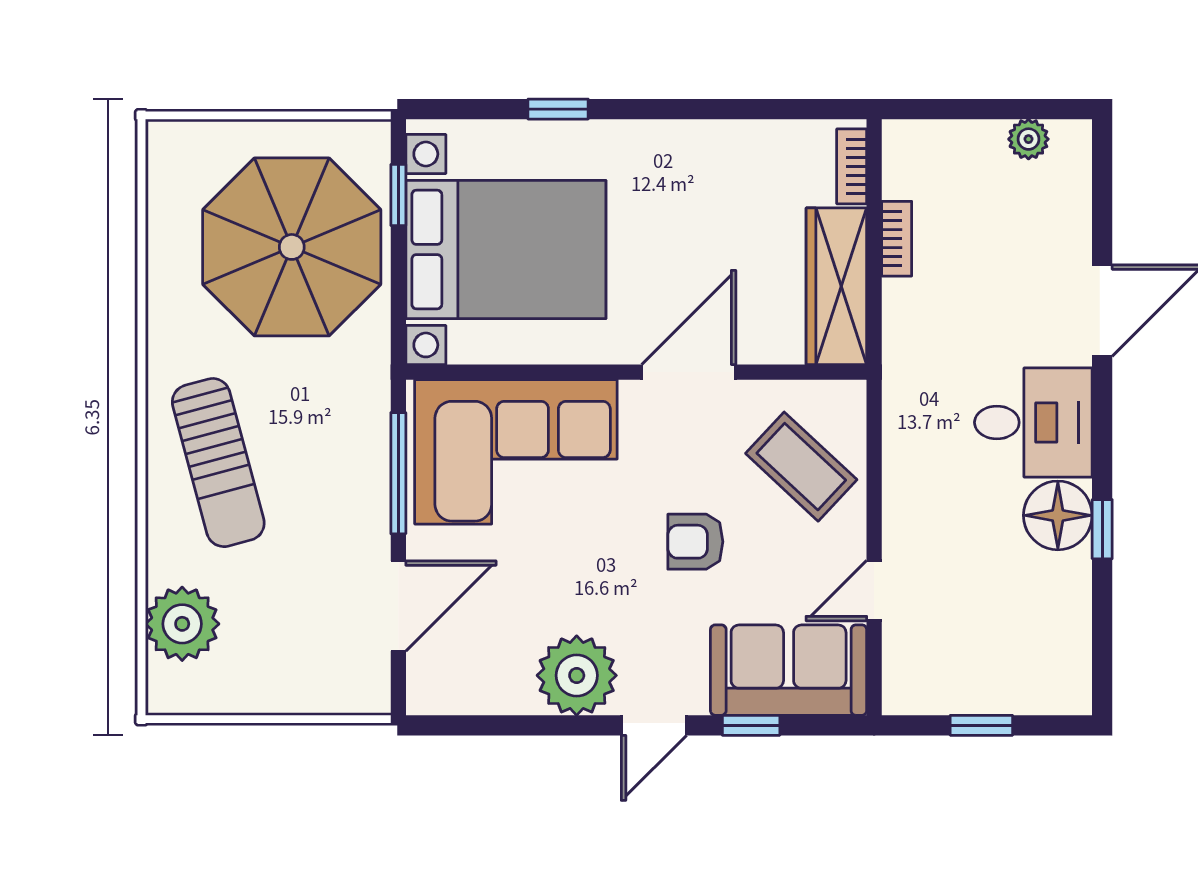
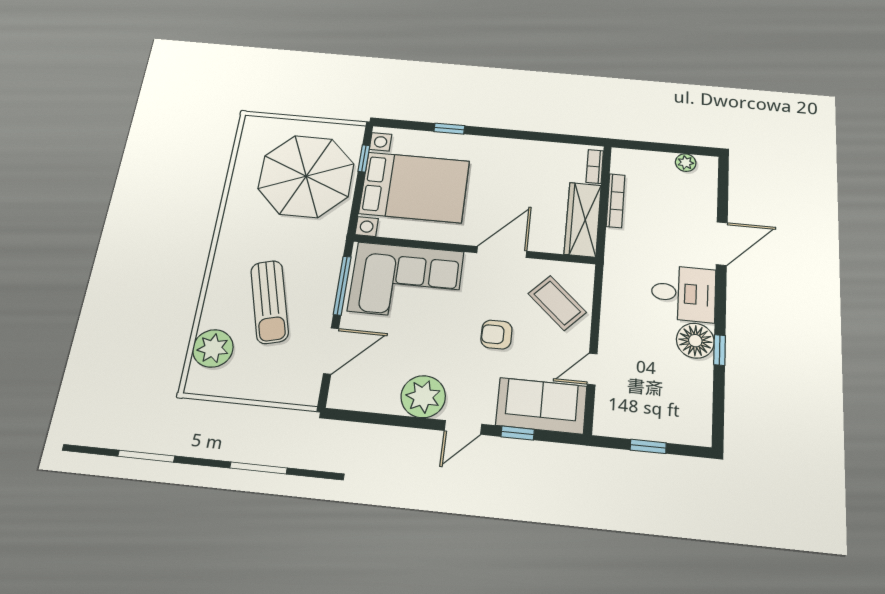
bookcase: (897, 239) -> (616, 201), width x1.56
sun lounger: (218, 463) -> (270, 302), moved

